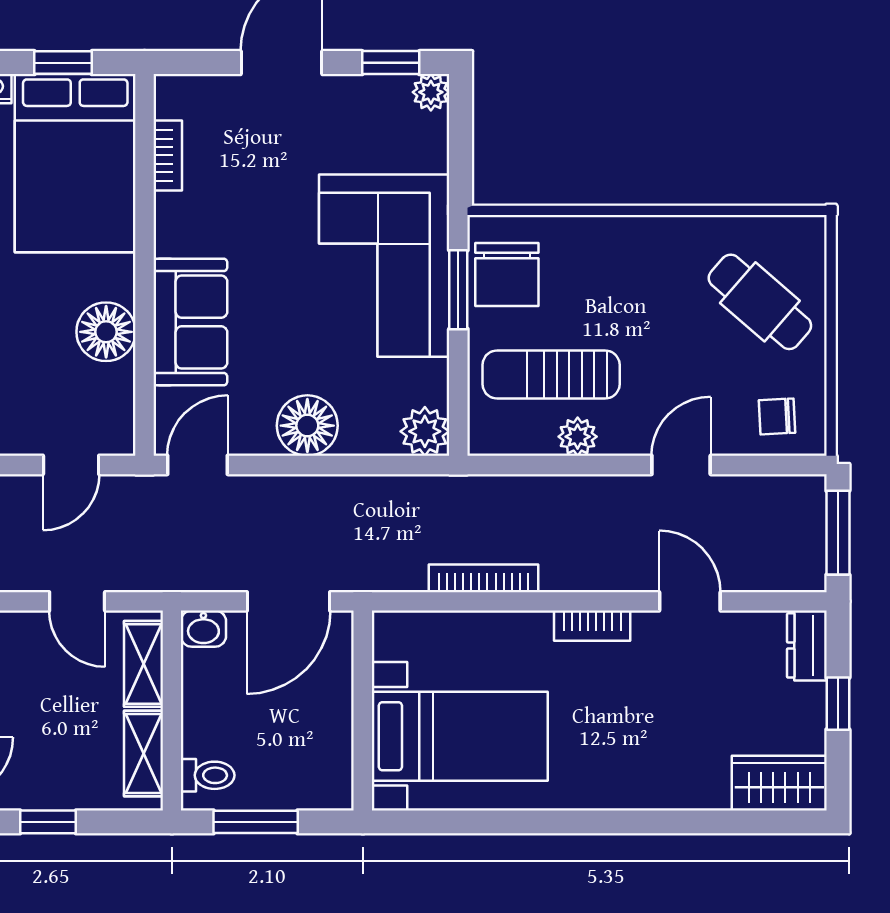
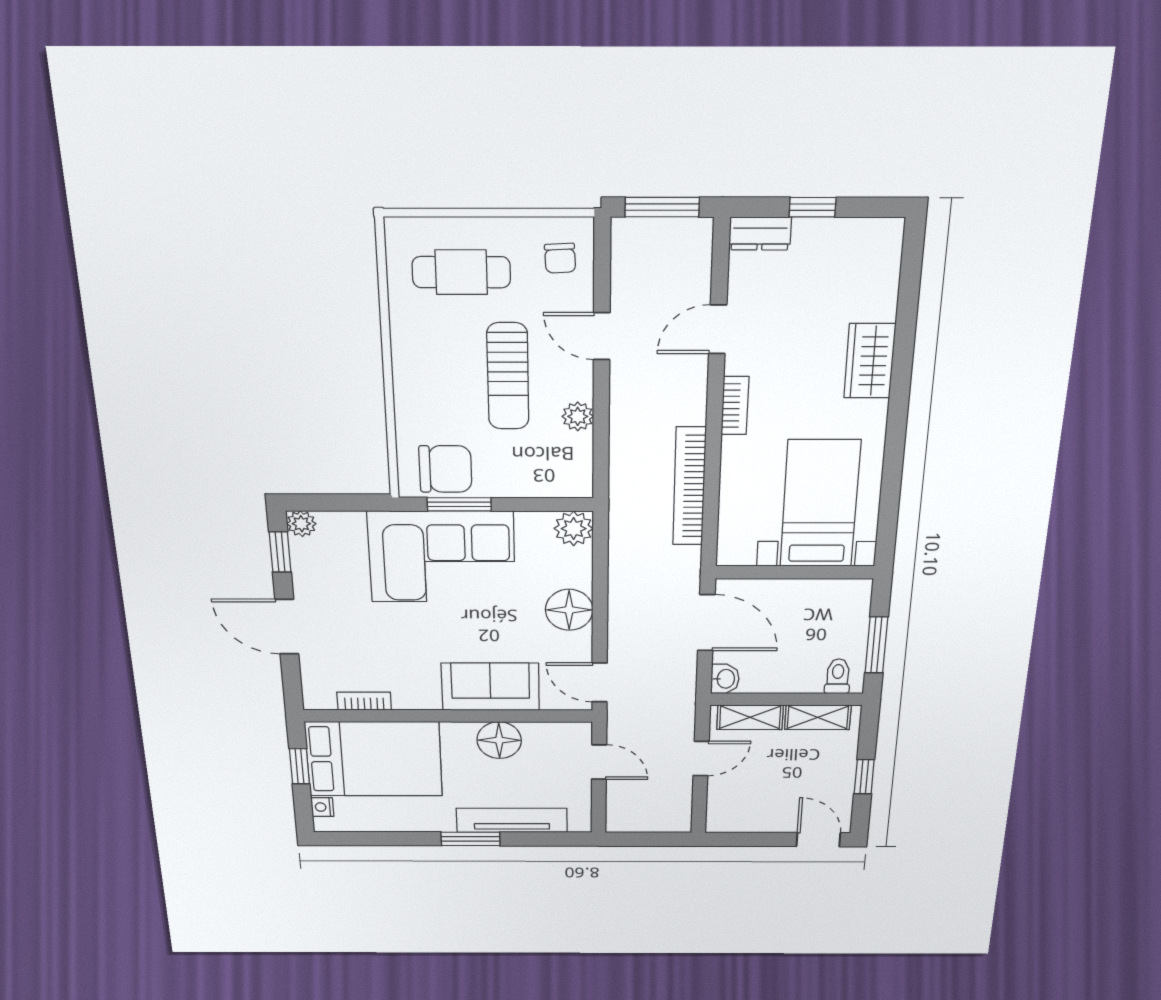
cafe table: (760, 302) -> (461, 272), turned 49
sun lounger: (551, 375) -> (508, 376), moved
bookcase: (483, 578) -> (689, 487), width x1.48, depth x1.31
wardrobe: (779, 783) -> (870, 361), moved

